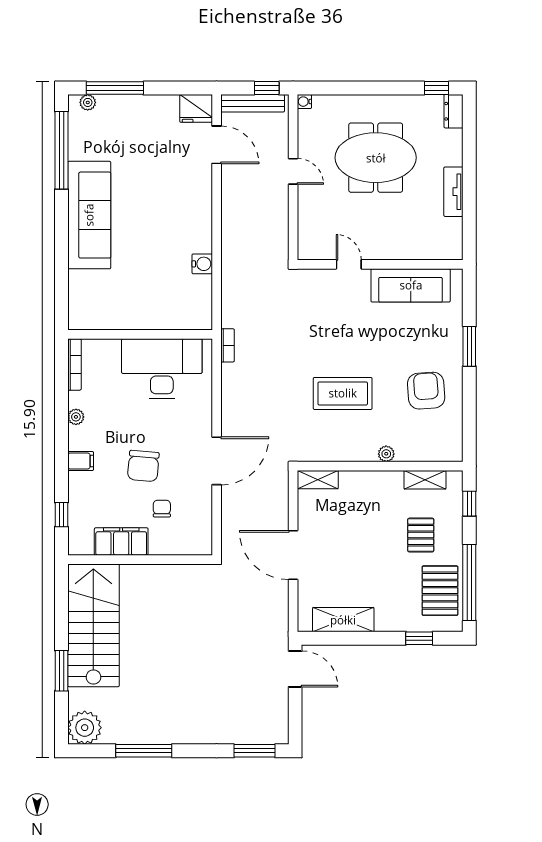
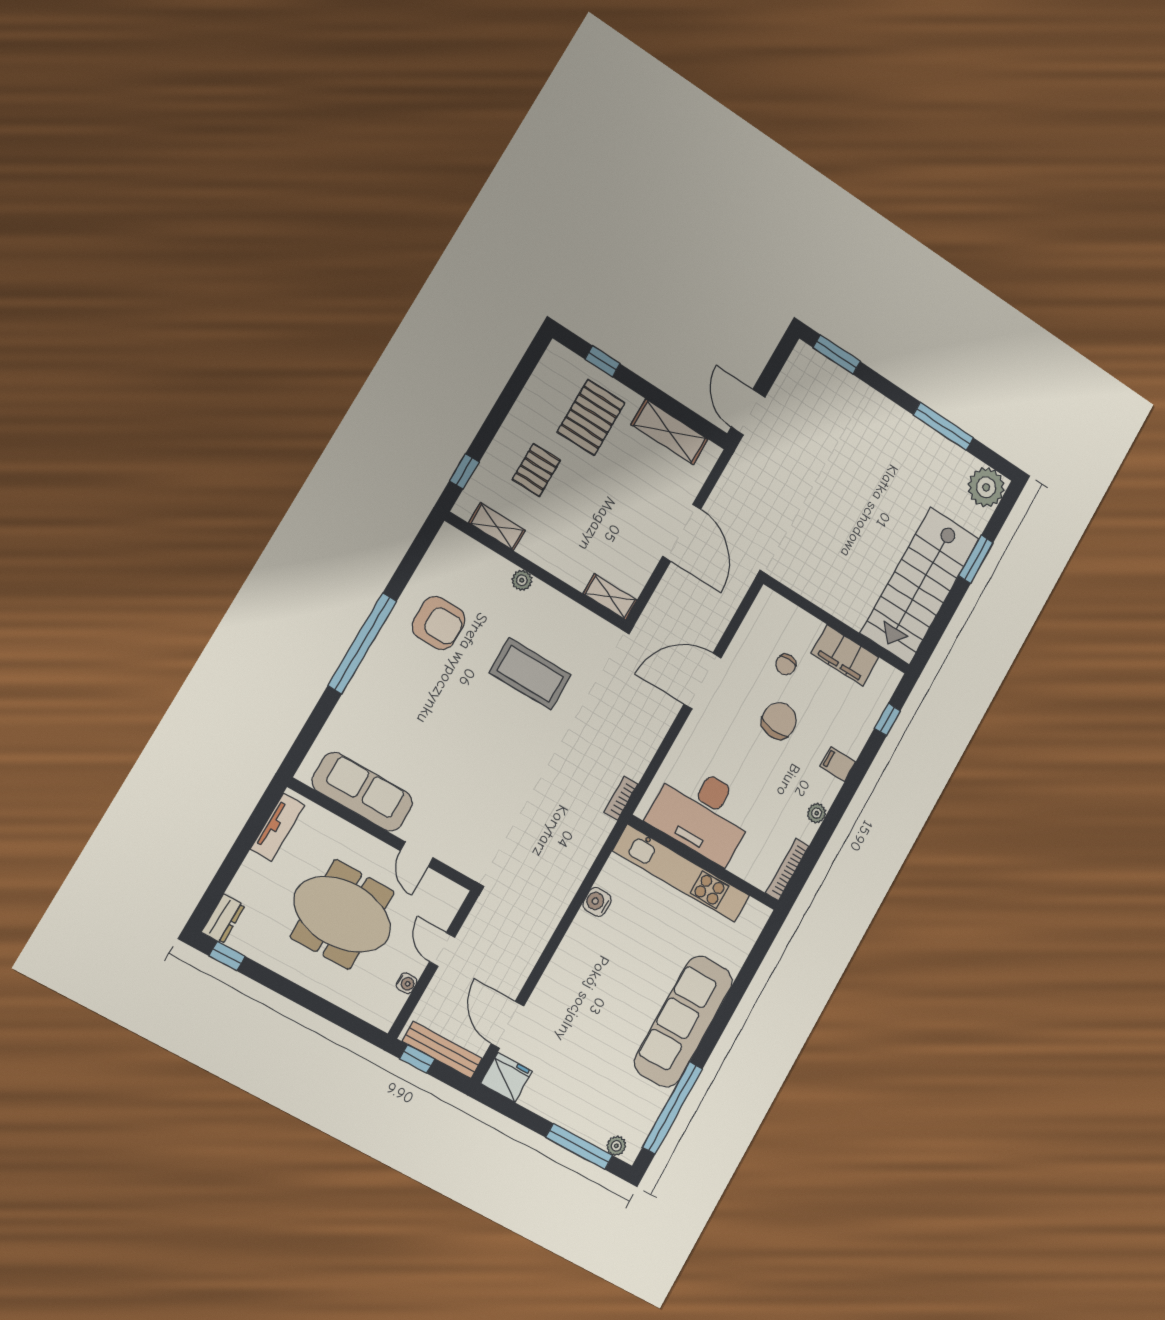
water cooler: (304, 102) -> (406, 983), moved
door: (349, 264) -> (417, 854), moved
wall: (380, 264) -> (382, 835), moved
sofa: (411, 285) -> (362, 792), moved
kitchen unit: (152, 318) -> (681, 873), added
window: (469, 346) -> (362, 643), width x2.11
armchair: (426, 391) -> (439, 623), turned -86
window: (469, 583) -> (515, 386), removed
pallet: (440, 591) -> (591, 417), moved

